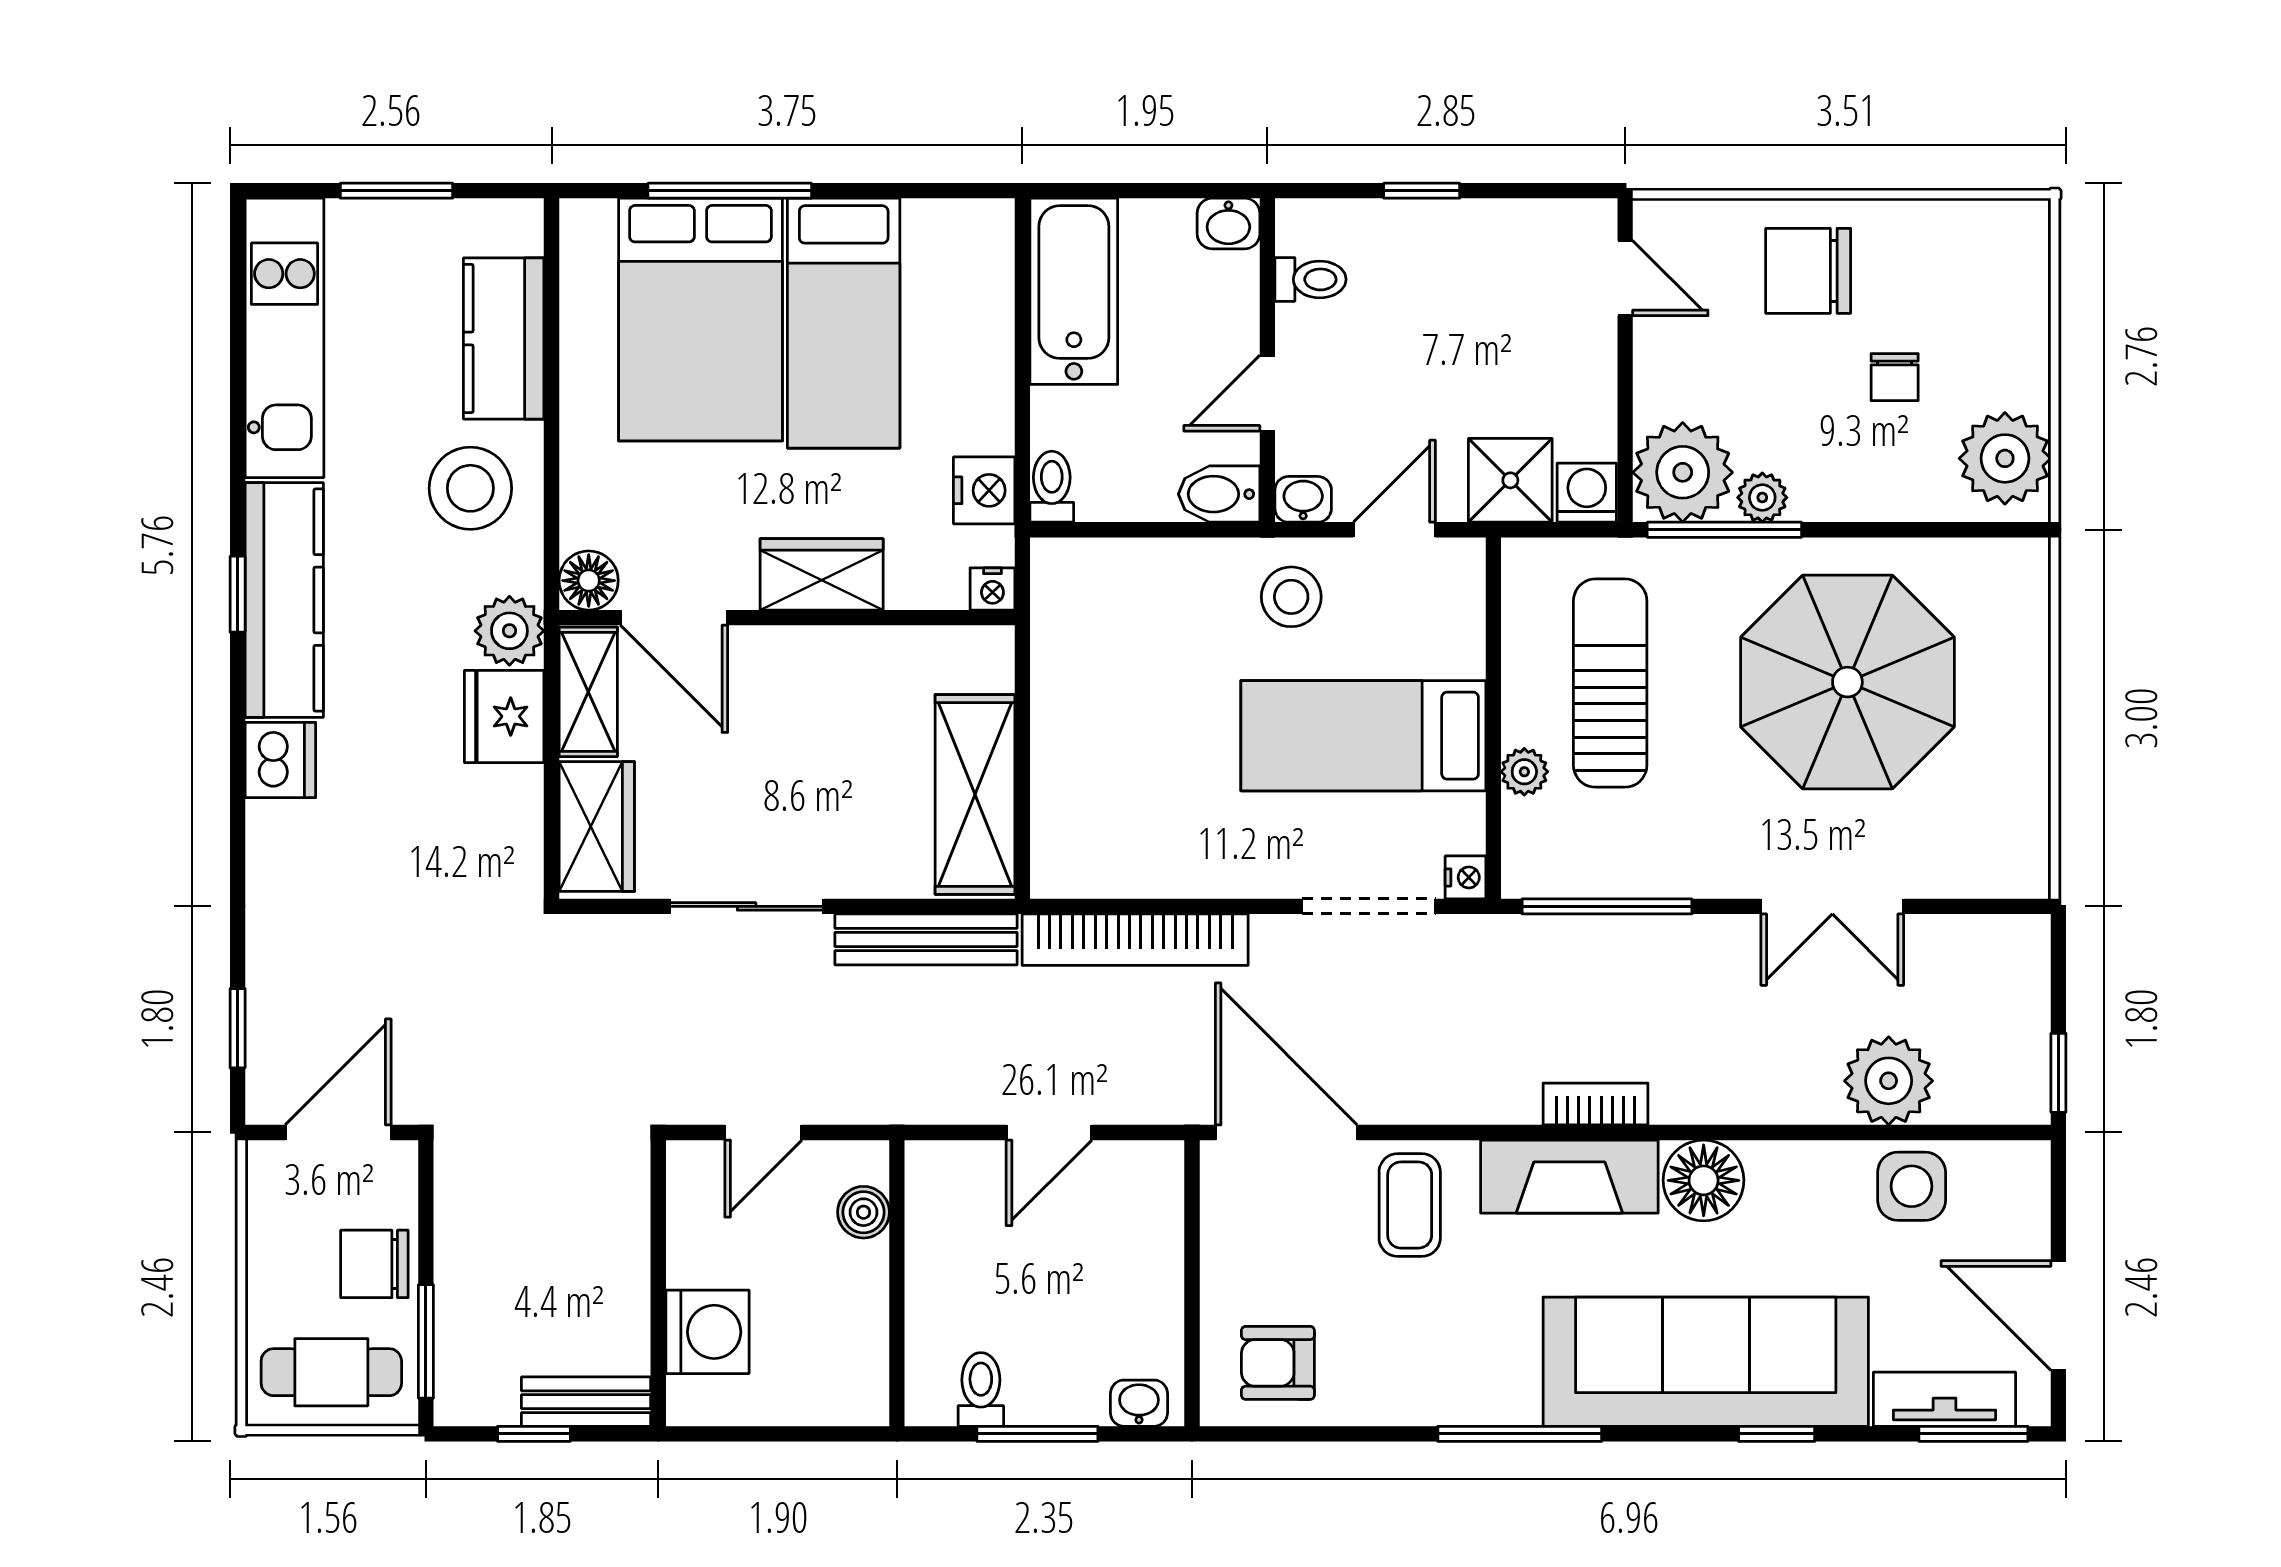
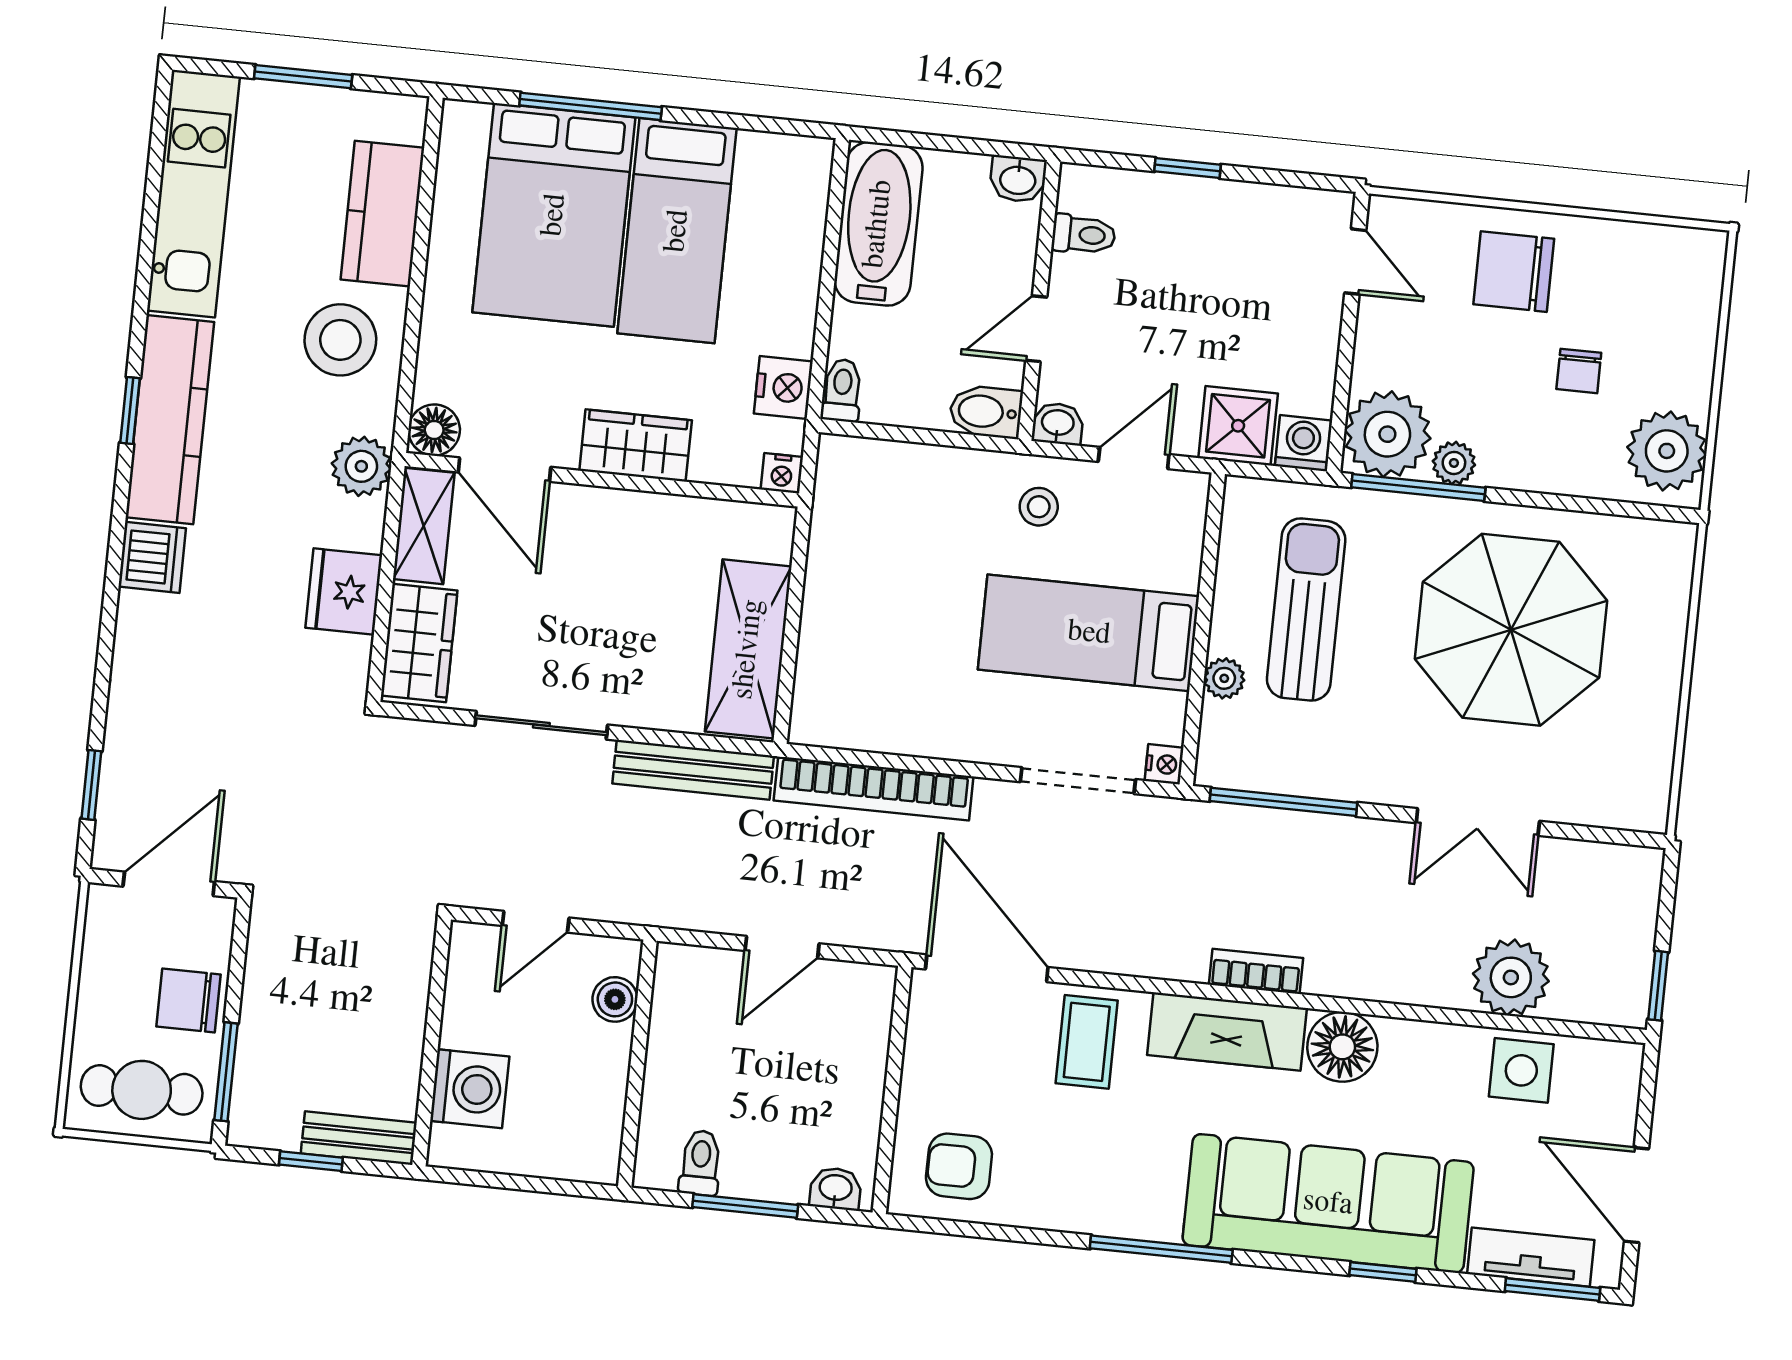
stool: (1291, 597) -> (1039, 507), width x0.73, depth x0.73
fridge: (504, 716) -> (344, 591), moved

